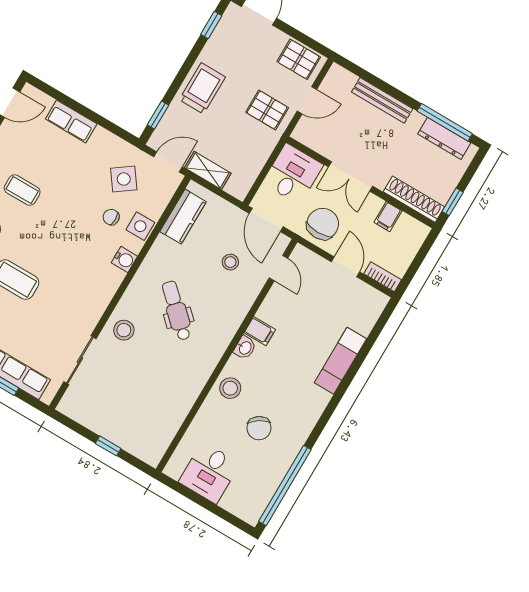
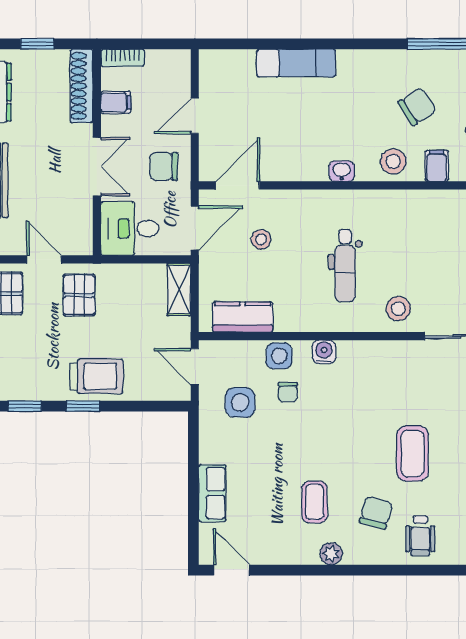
trolley: (202, 88) -> (96, 376), turned 180
window: (158, 115) -> (83, 406), moved
shelving: (208, 170) -> (179, 289), moved
side table: (124, 179) -> (240, 402), turned 36
window: (453, 202) -> (37, 44), moved
chair: (323, 224) -> (164, 166), width x0.73, depth x0.73
door: (278, 268) -> (237, 185), width x1.38
bookcase: (383, 277) -> (123, 58), moved, turned -90
dental chair: (177, 311) -> (345, 266), turned -43
filing cabinet: (260, 331) -> (437, 166), moved

